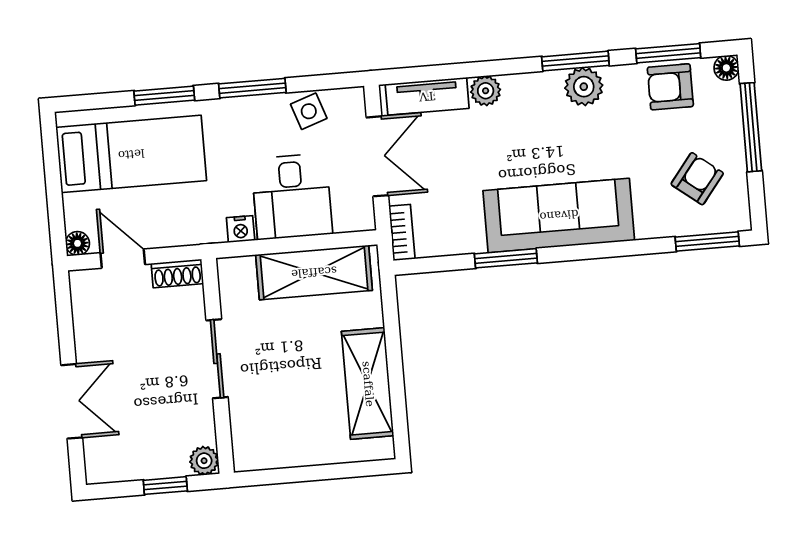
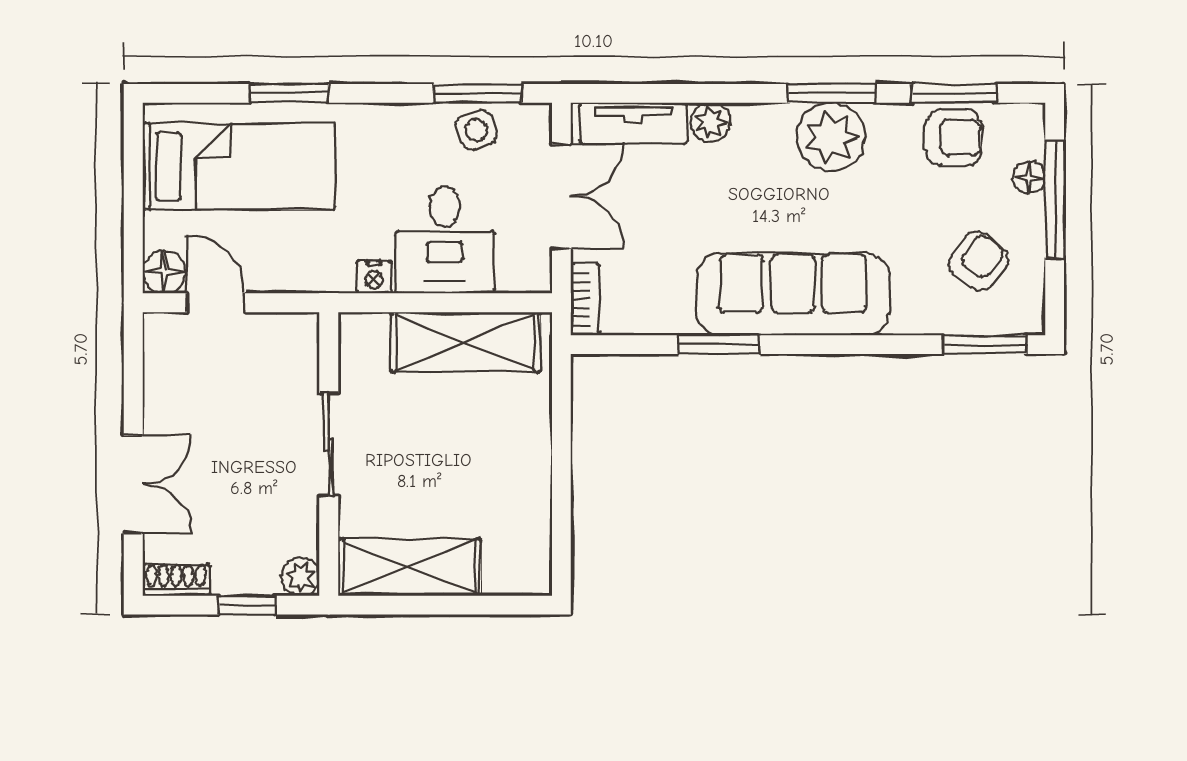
floor lamp: (726, 68) -> (1029, 178), moved
plant: (584, 87) -> (831, 137), width x1.36, depth x1.36
armchair: (670, 87) -> (953, 138), turned 180
window: (252, 88) -> (478, 93), moved
floor lamp: (77, 243) -> (164, 272), width x1.37, depth x1.37
shoe rack: (177, 273) -> (176, 580), moved, turned 180
shelving: (368, 384) -> (409, 567), moved, turned 90

